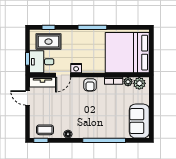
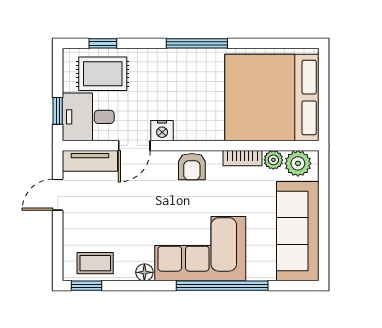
door: (27, 98) -> (58, 195), hinge flipped
sofa: (139, 121) -> (298, 231), width x1.36
corner sofa: (94, 123) -> (200, 249), added

